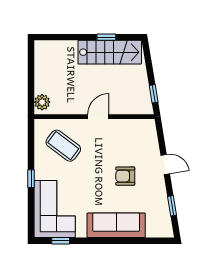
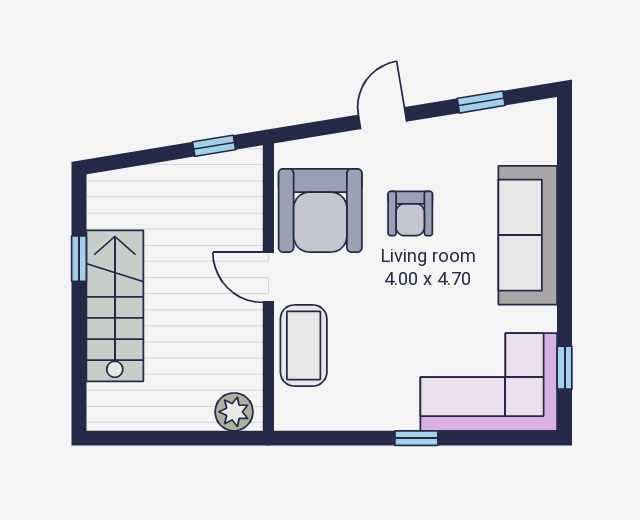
stairs: (110, 52) -> (115, 306), moved
armchair: (127, 138) -> (320, 210), added
coffee table: (63, 146) -> (304, 345), moved, turned -37

